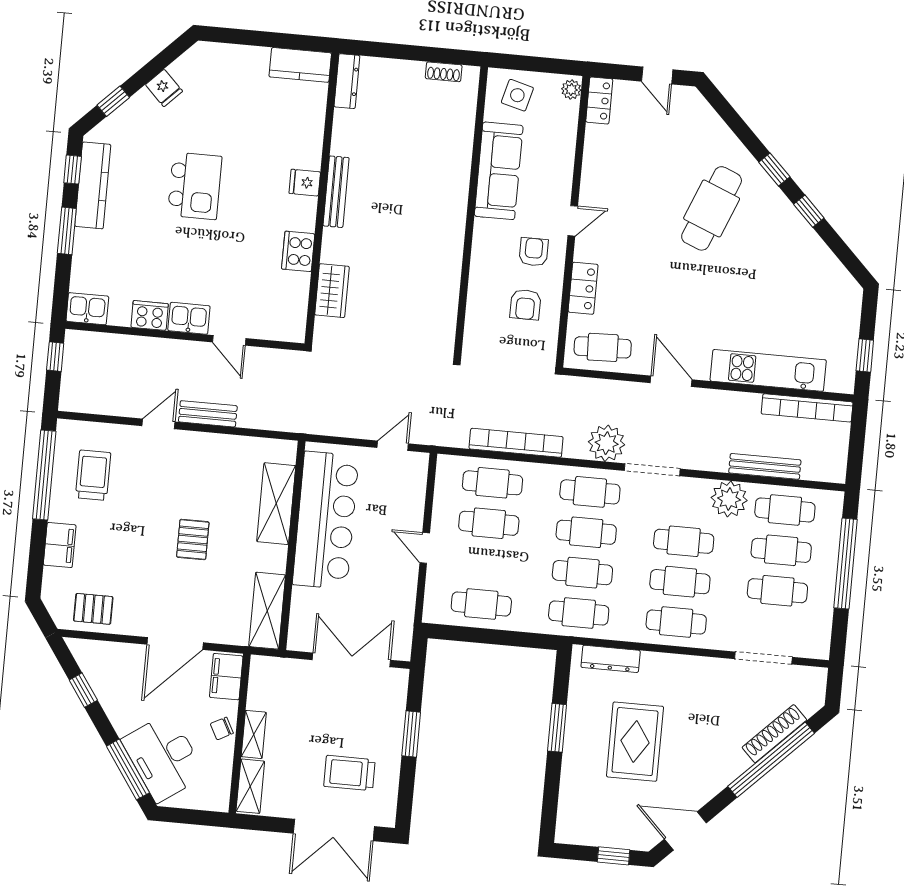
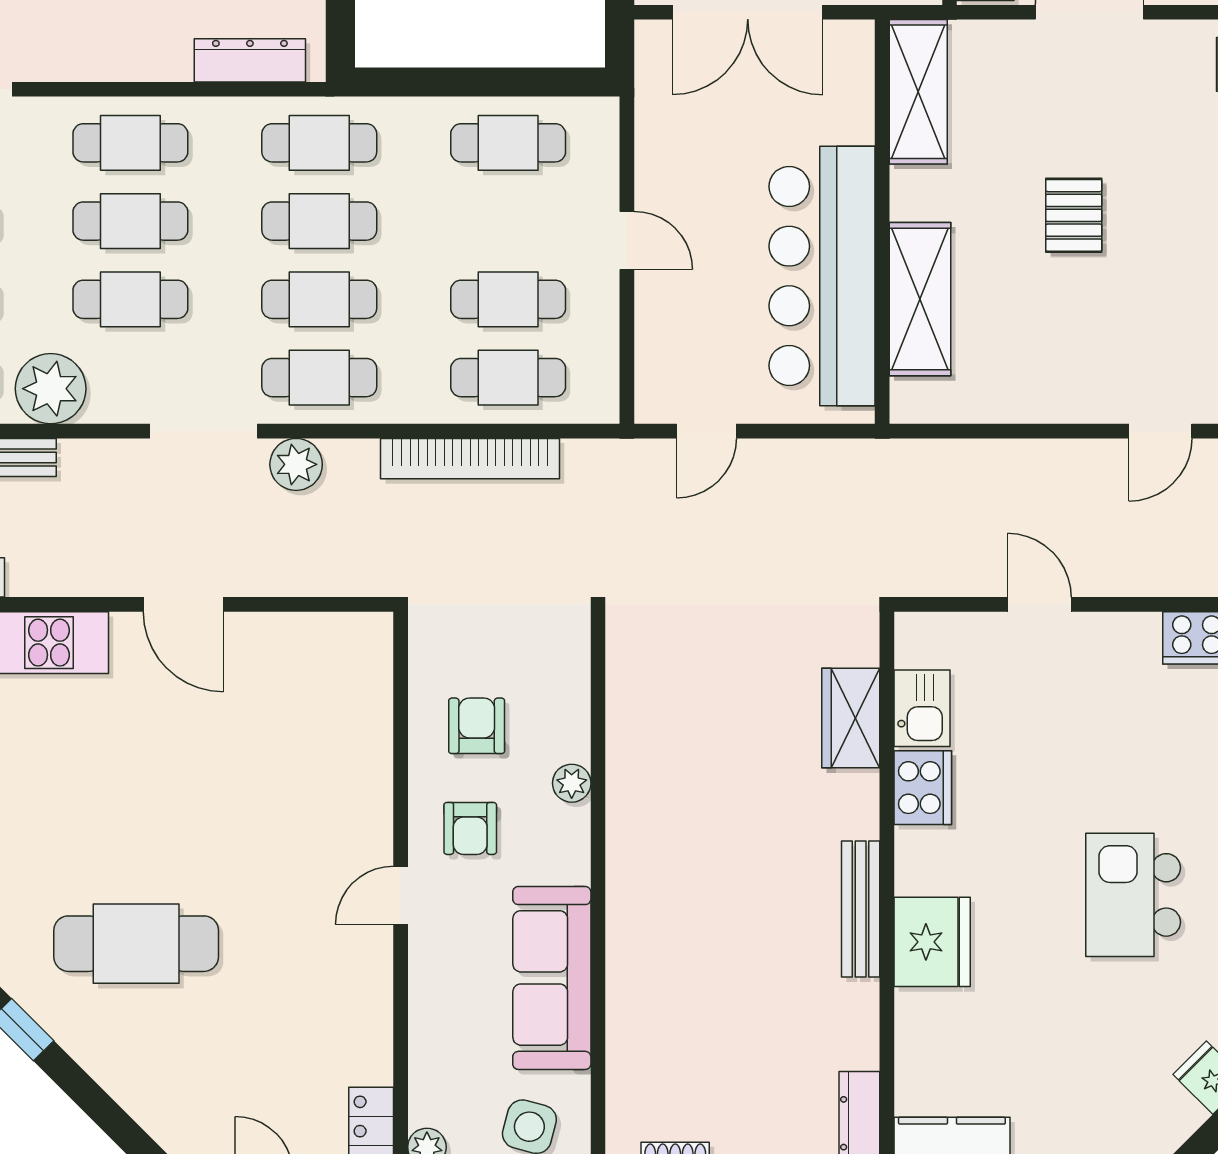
fridge: (305, 183) -> (932, 942), width x1.88, depth x1.34
cafe table: (712, 208) -> (136, 944), turned 68
plant: (479, 270) -> (572, 783), added
locker: (583, 288) -> (369, 767), removed
kitchen sink: (189, 318) -> (922, 708), moved, turned -90
cafe table: (603, 347) -> (321, 657), removed
bench: (208, 414) -> (1067, 459), removed
plant: (607, 443) -> (296, 464), width x0.73, depth x0.73

